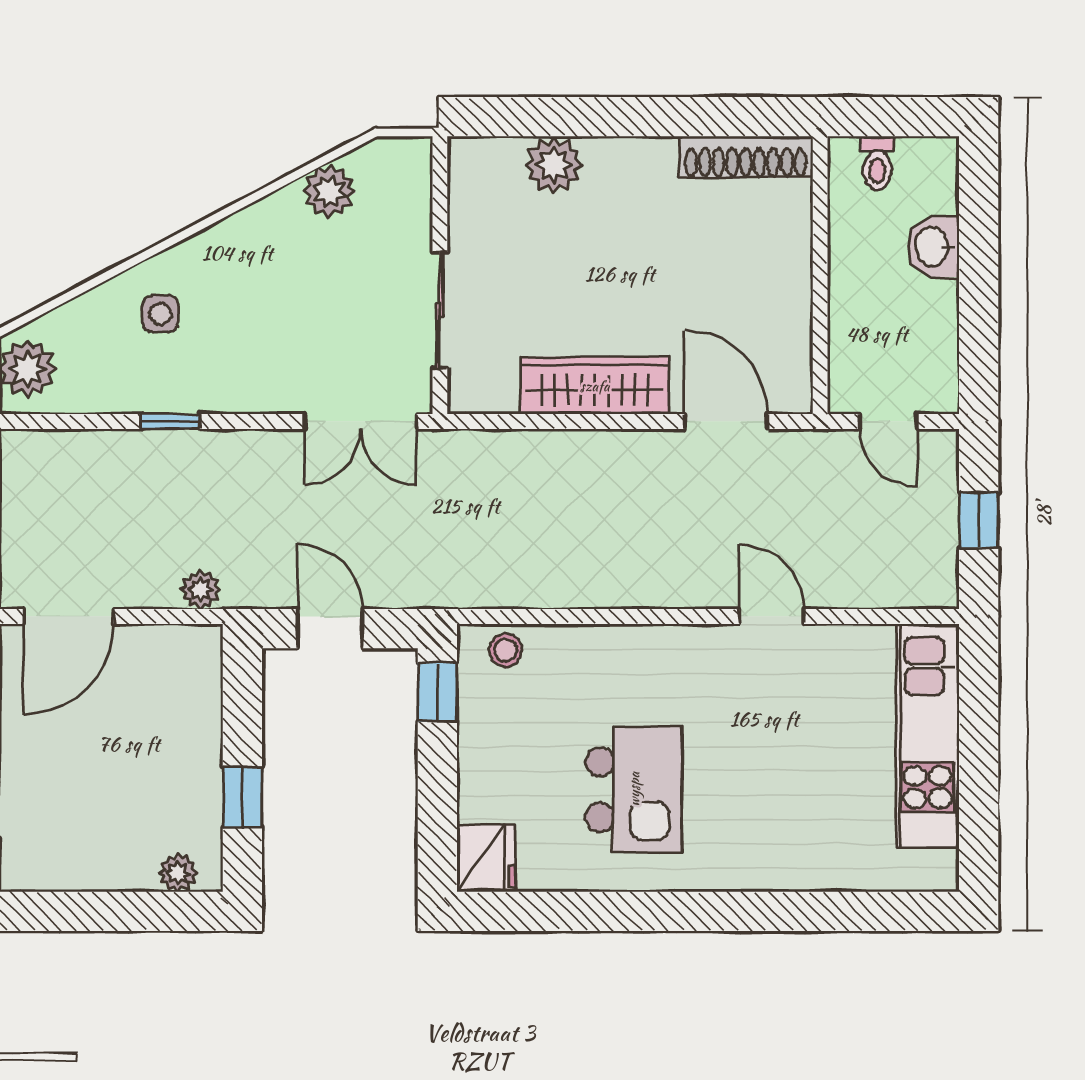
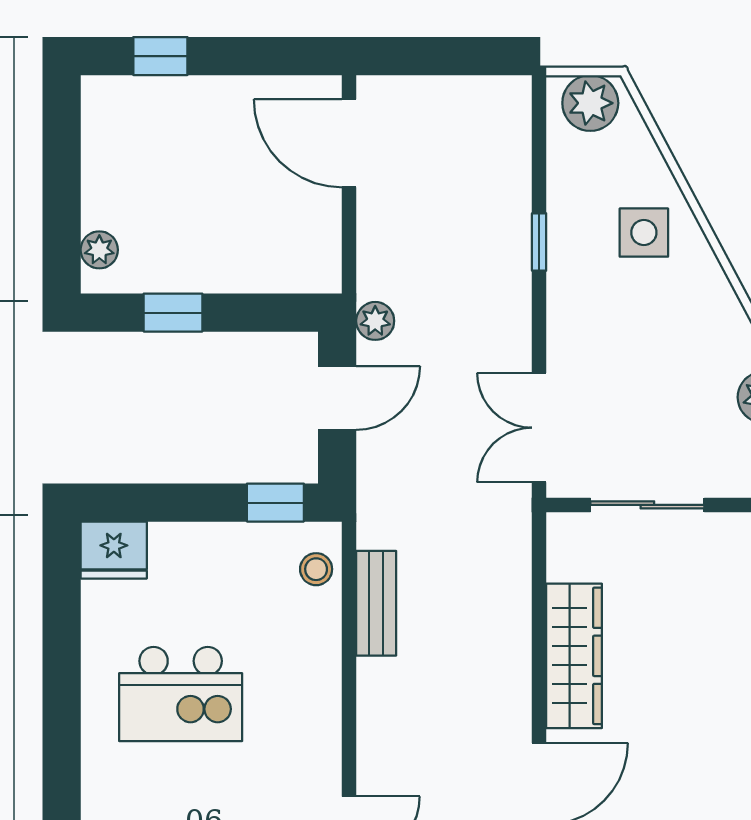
side table: (160, 314) -> (644, 233), width x1.37, depth x1.37
bench: (541, 589) -> (376, 603), added
plant: (200, 590) -> (375, 321), moved

